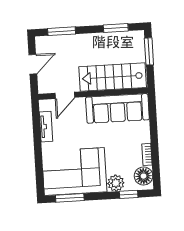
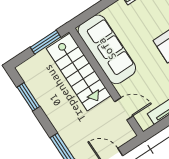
window: (149, 51) -> (45, 42), moved

